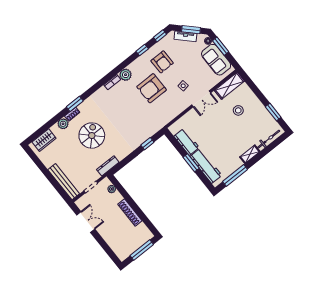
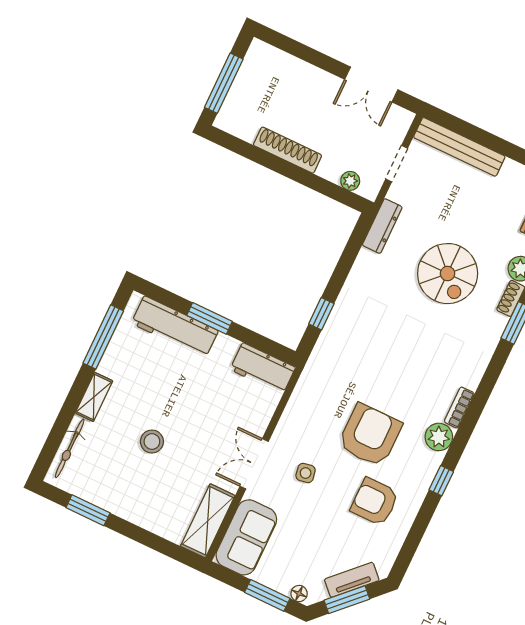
window: (160, 36) -> (406, 555), removed
window: (142, 50) -> (441, 481), moved
sofa: (216, 60) -> (246, 537), moved, turned 90
stool: (238, 110) -> (152, 442), moved
workbench: (187, 142) -> (263, 368), moved

